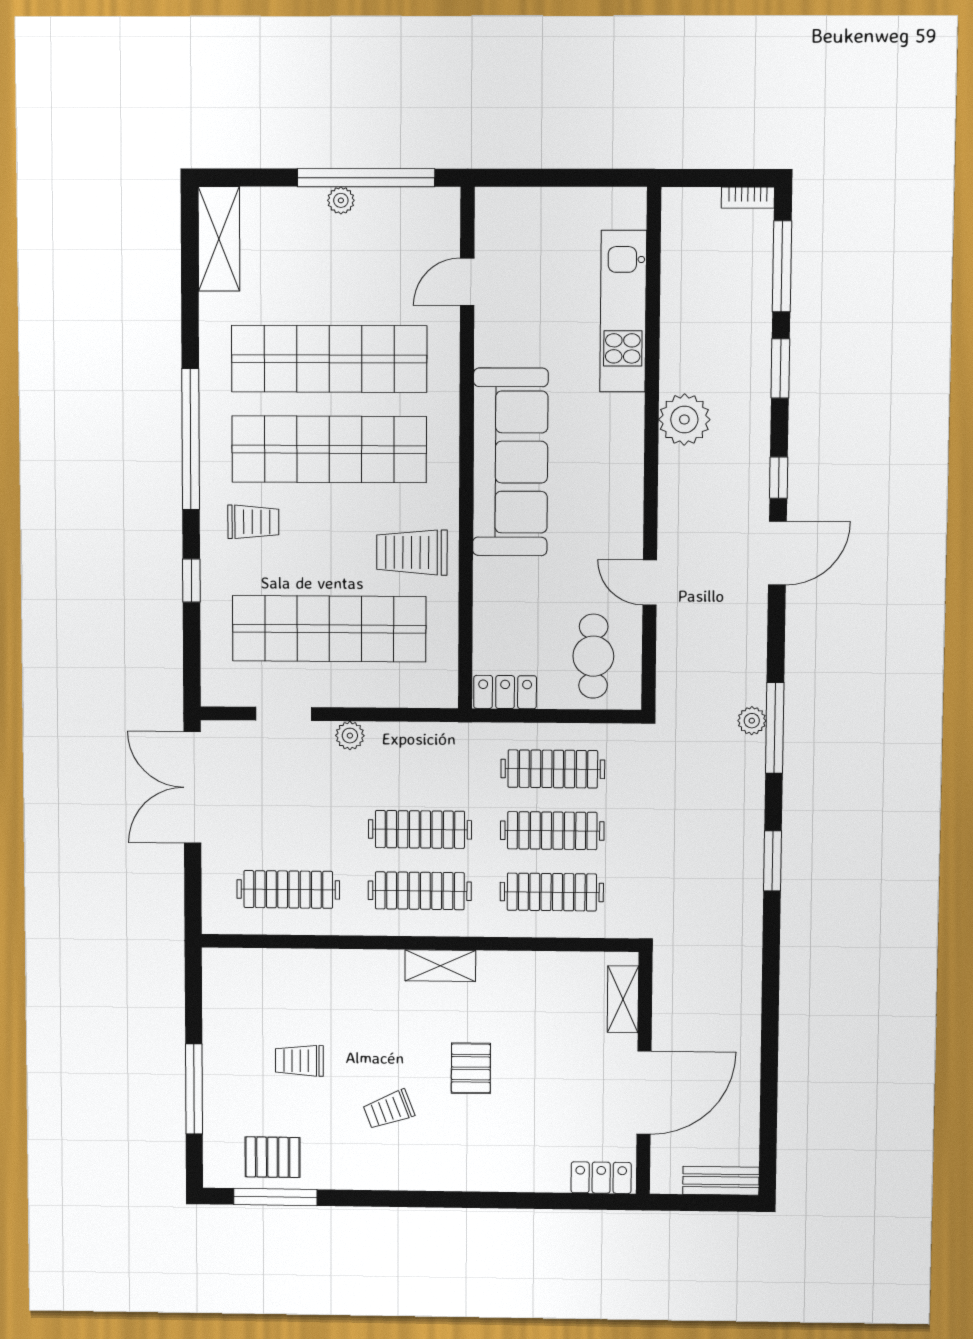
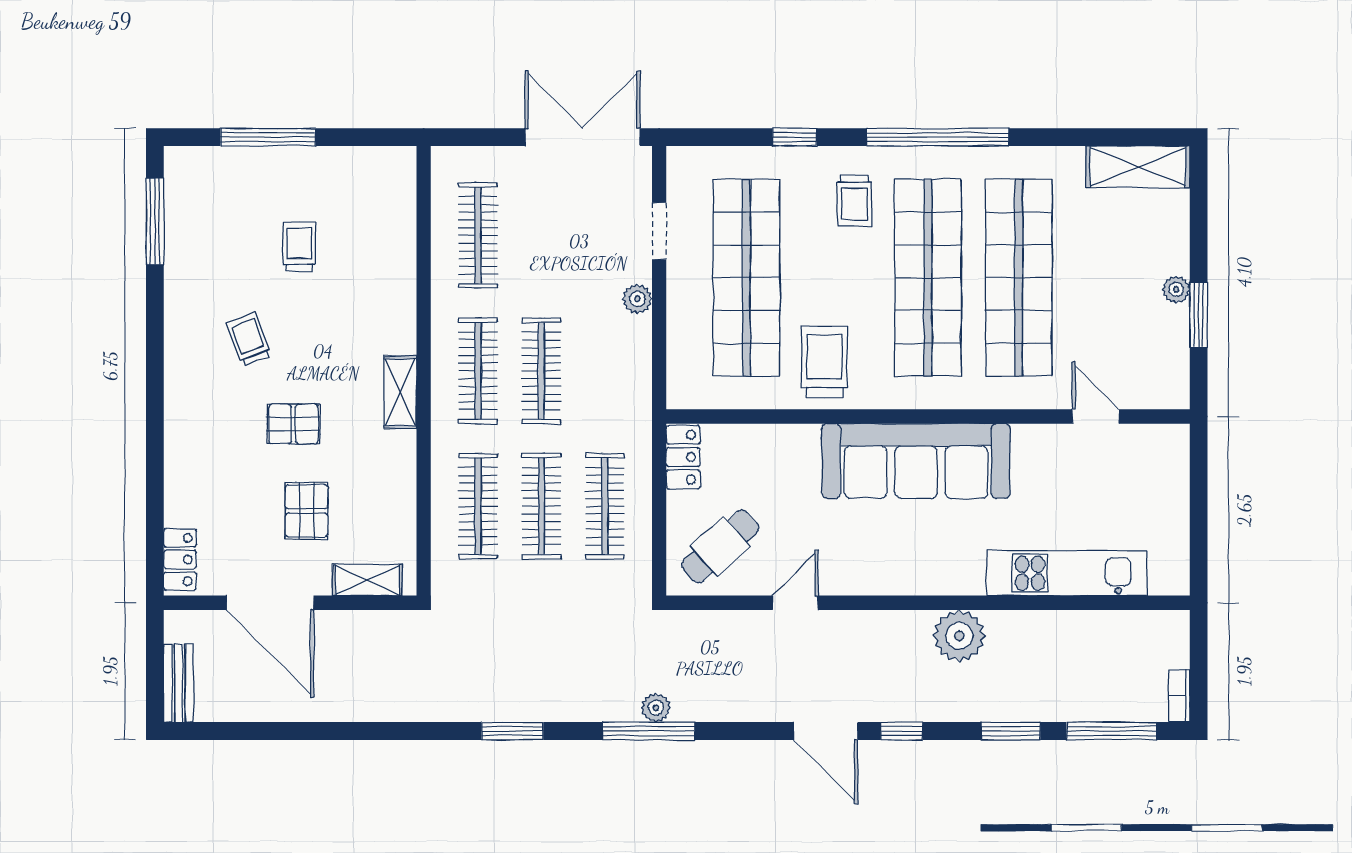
window: (366, 178) -> (1199, 315), width x0.47
cafe table: (593, 656) -> (720, 546), turned -42
pallet: (273, 1157) -> (307, 511), moved

